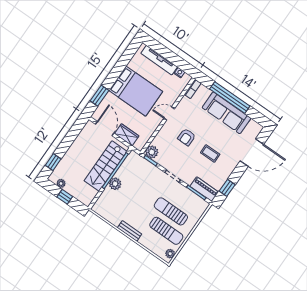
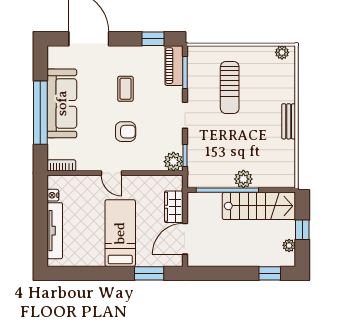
bed: (136, 91) -> (120, 233), width x0.67
stairs: (106, 166) -> (259, 206), moved
sun lounger: (166, 231) -> (257, 77), removed

